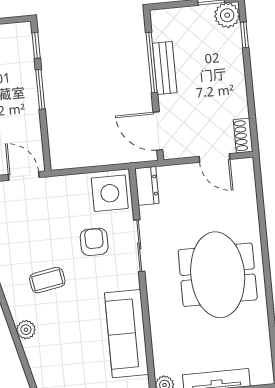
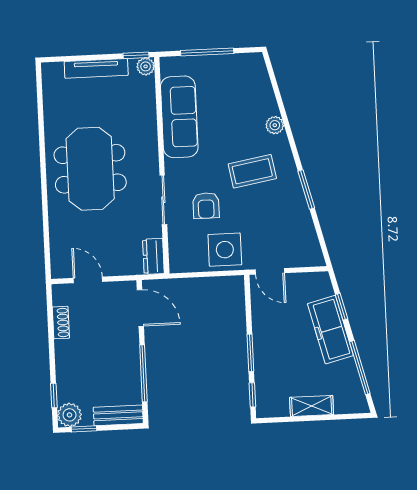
bench: (165, 68) -> (118, 415), moved, turned 90
shoe rack: (243, 136) -> (61, 323), moved
side table: (110, 193) -> (225, 250), moved
coffee table: (47, 280) -> (252, 171), width x1.36, depth x1.30

